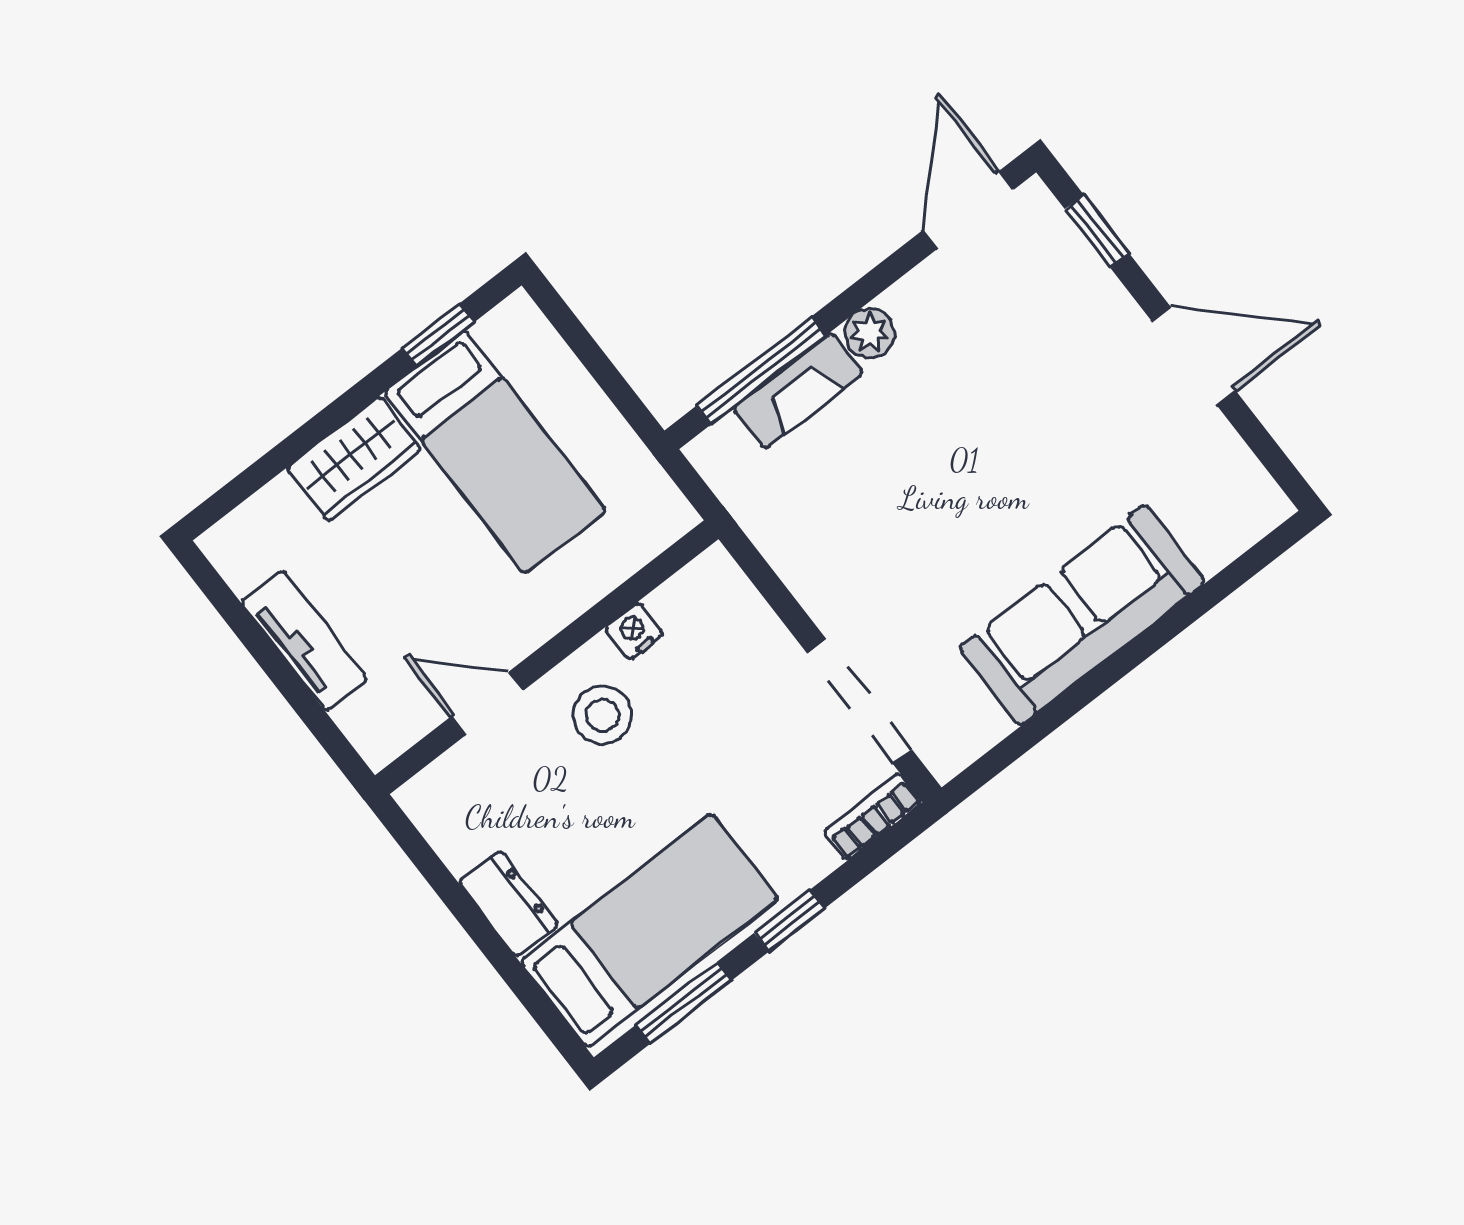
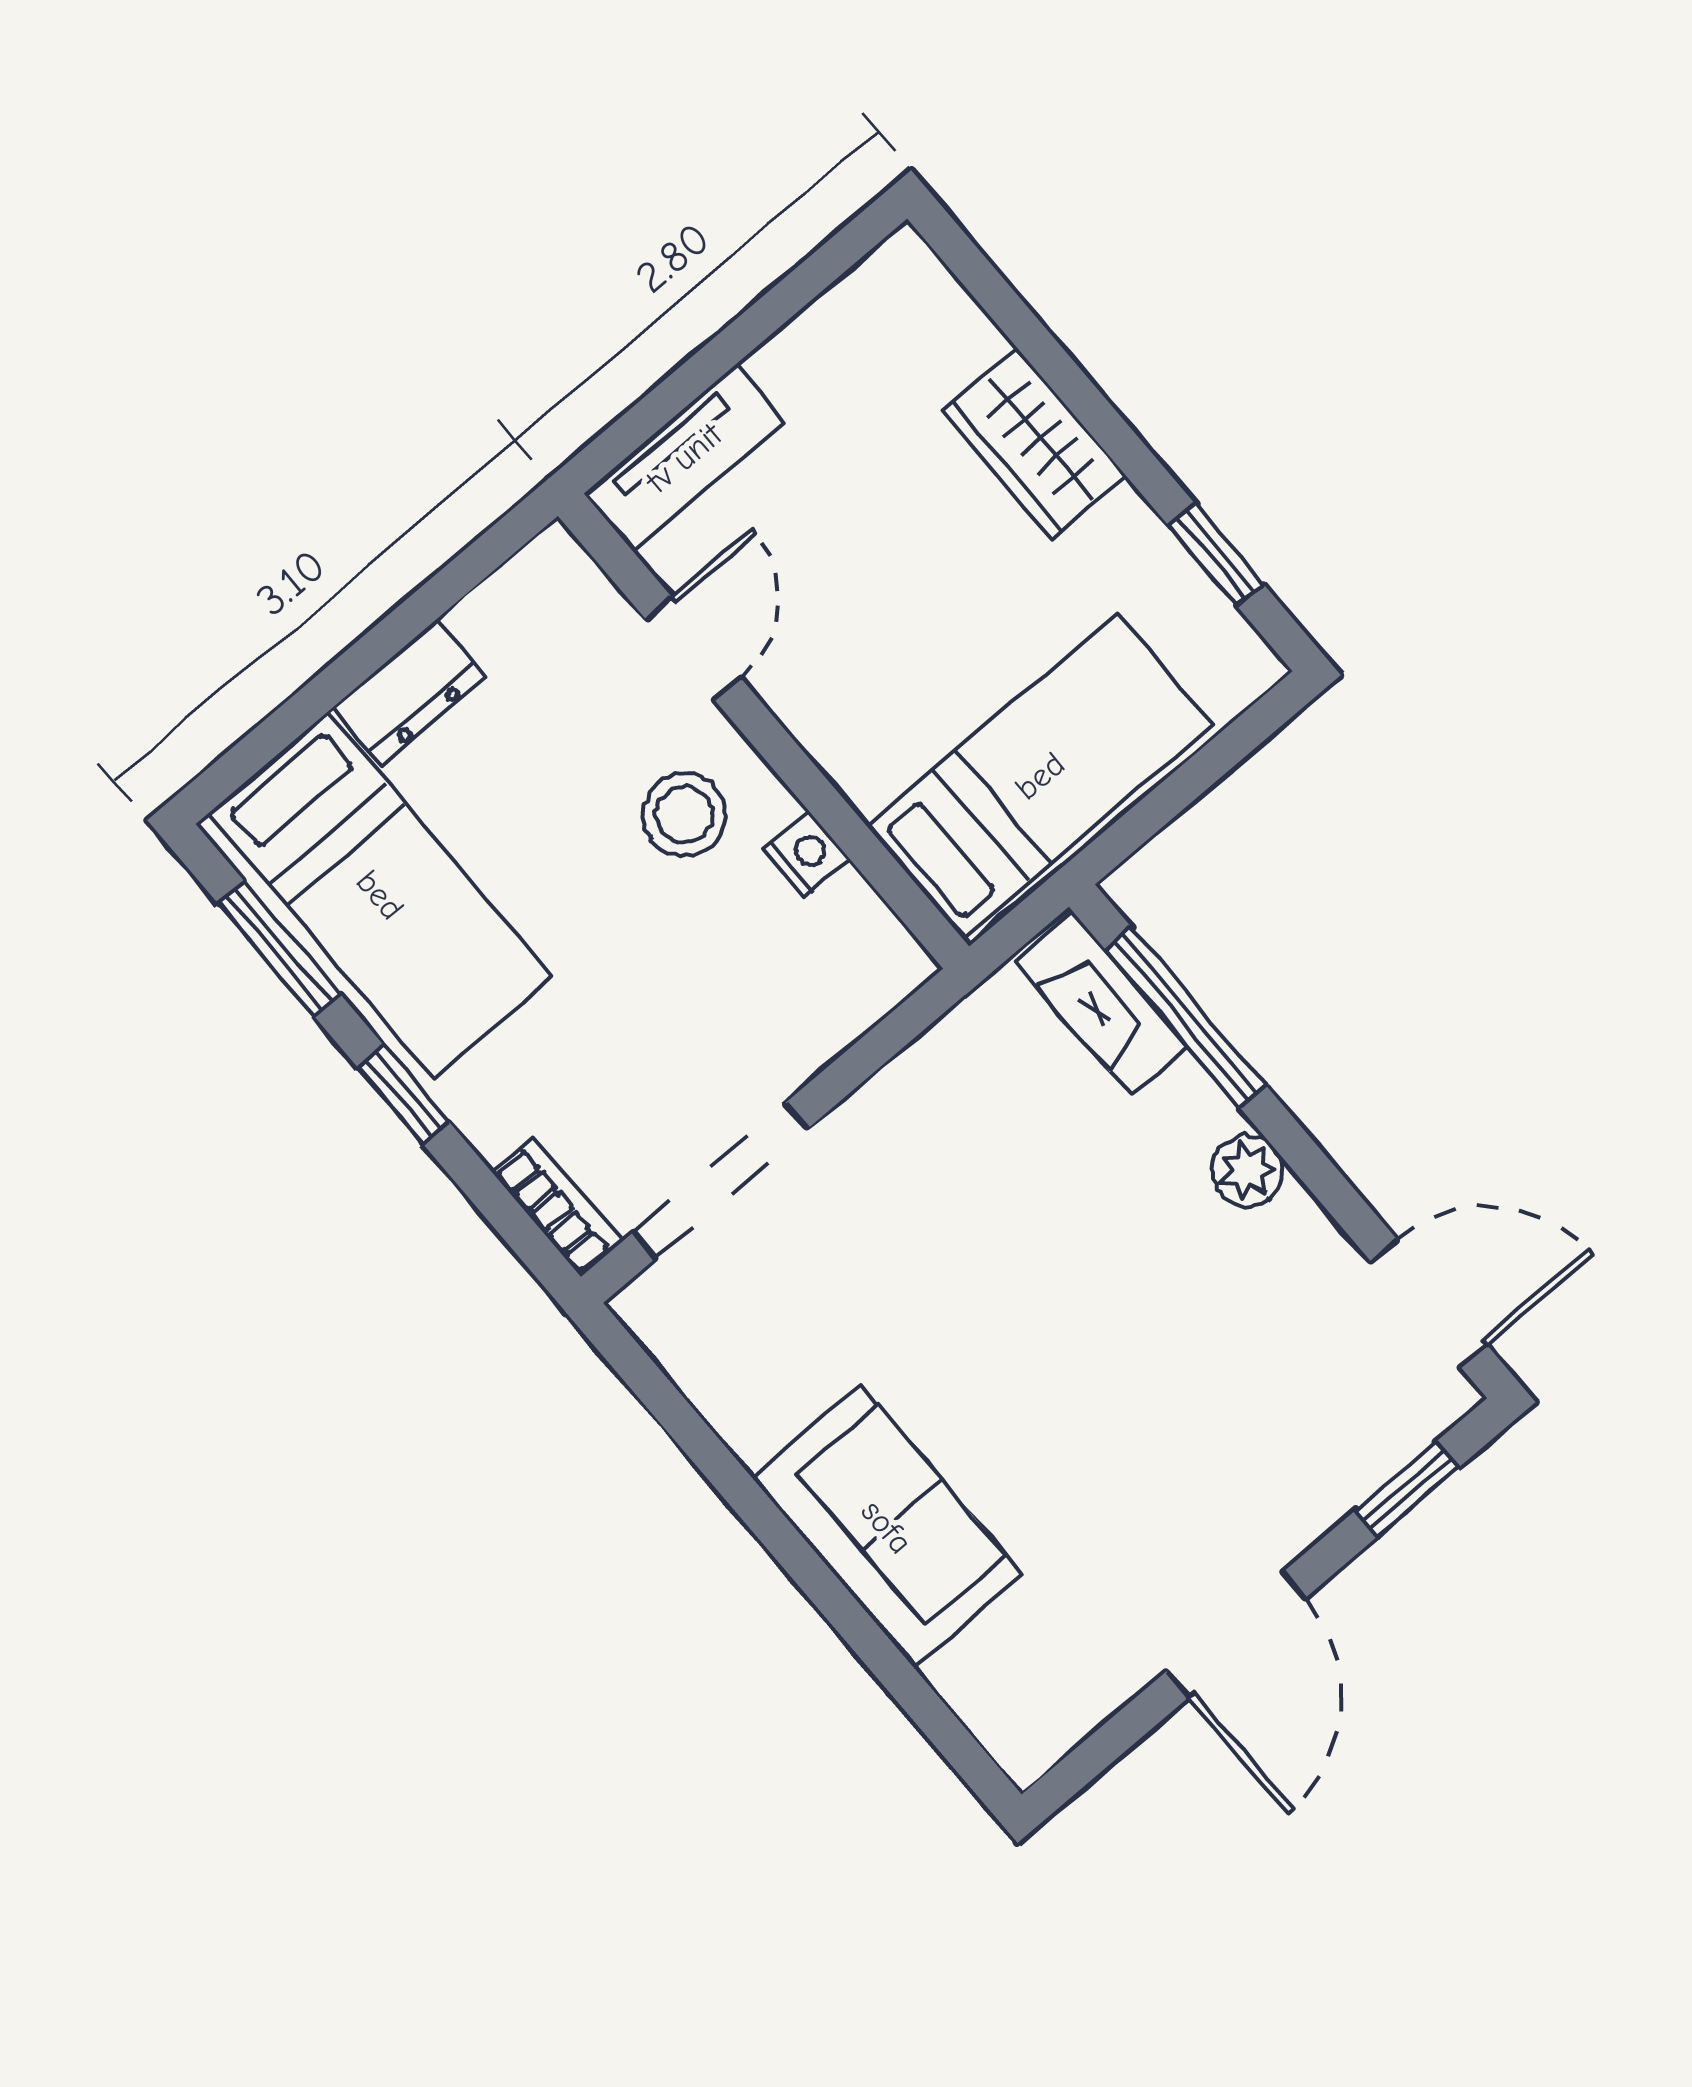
fireplace: (798, 391) -> (1102, 1004), moved
bed: (495, 452) -> (1040, 776), moved, turned 180
sofa: (1082, 615) -> (887, 1527), width x0.73
tv unit: (304, 641) -> (684, 458), moved

